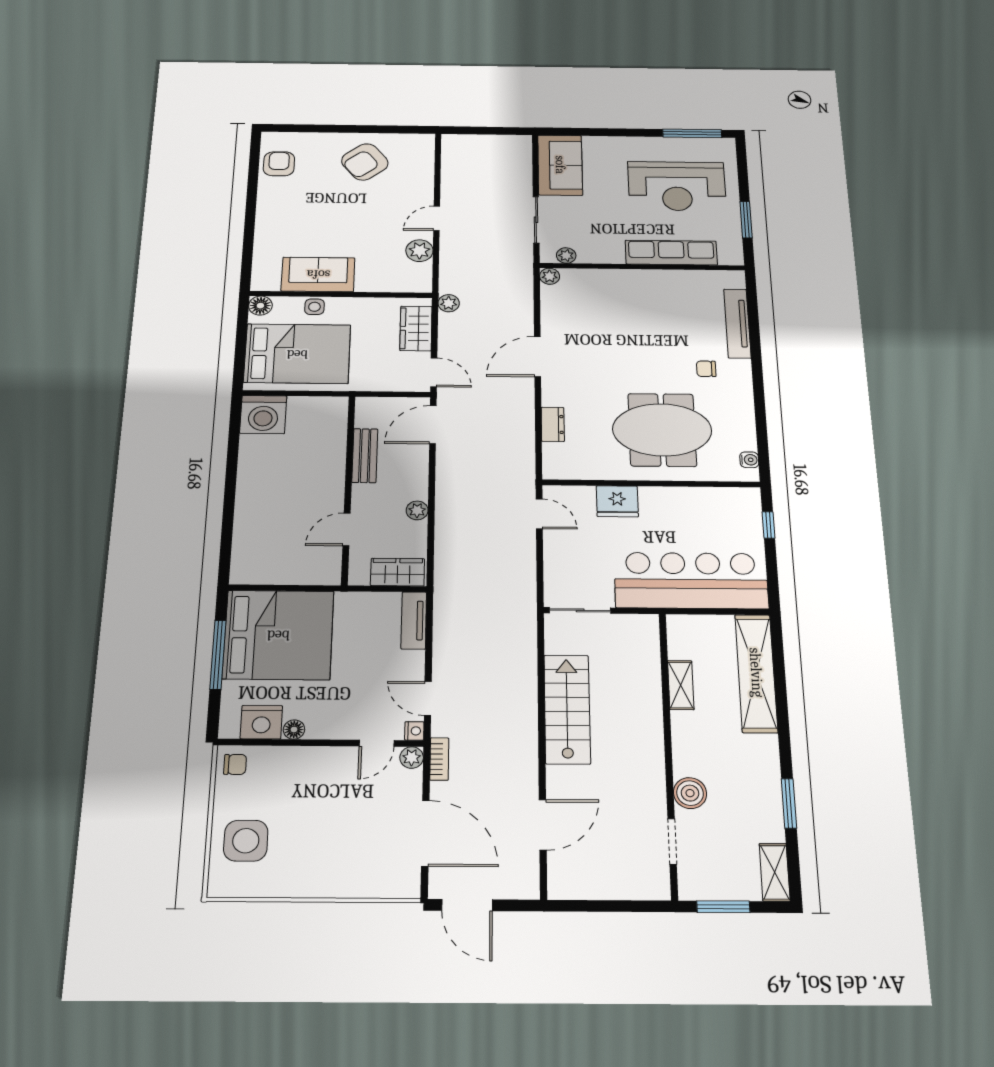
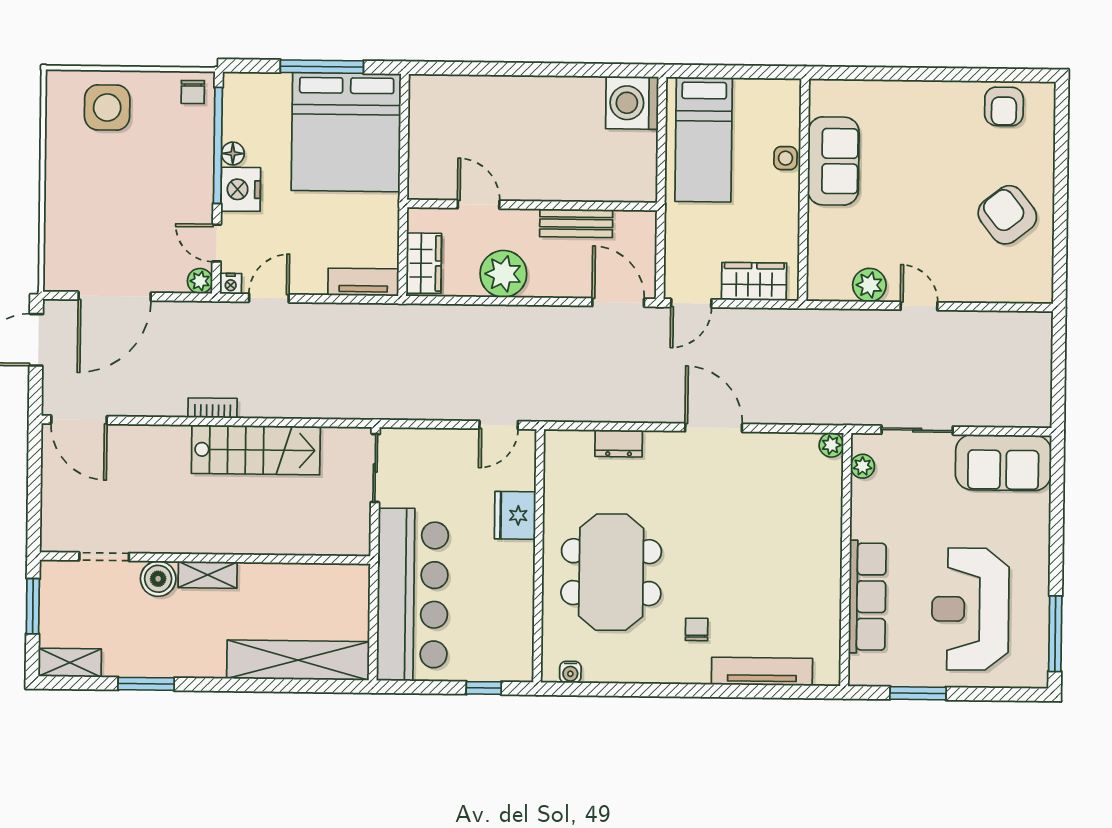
armchair: (279, 164) -> (1004, 106), turned 90
plant: (449, 303) -> (791, 321), removed
floor lamp: (260, 306) -> (787, 93), removed
bed: (297, 354) -> (704, 140), width x0.67
plant: (417, 510) -> (503, 274), width x1.87, depth x1.87
shelving: (681, 685) -> (208, 575), moved
nightstand: (261, 722) -> (241, 189), moved
window: (286, 742) -> (218, 145), added
bookcase: (439, 759) -> (213, 408), moved, turned 180
door: (543, 825) -> (79, 420), moved

